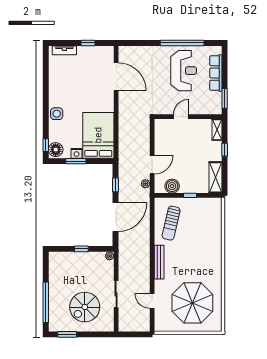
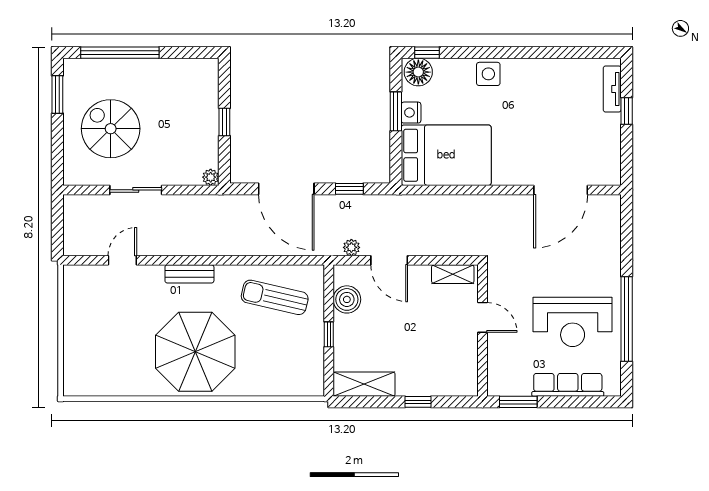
window: (88, 43) -> (627, 111), moved
shelving: (217, 130) -> (453, 274), moved
bench: (159, 262) -> (189, 274), width x0.73
parasol: (192, 303) -> (195, 352), moved

